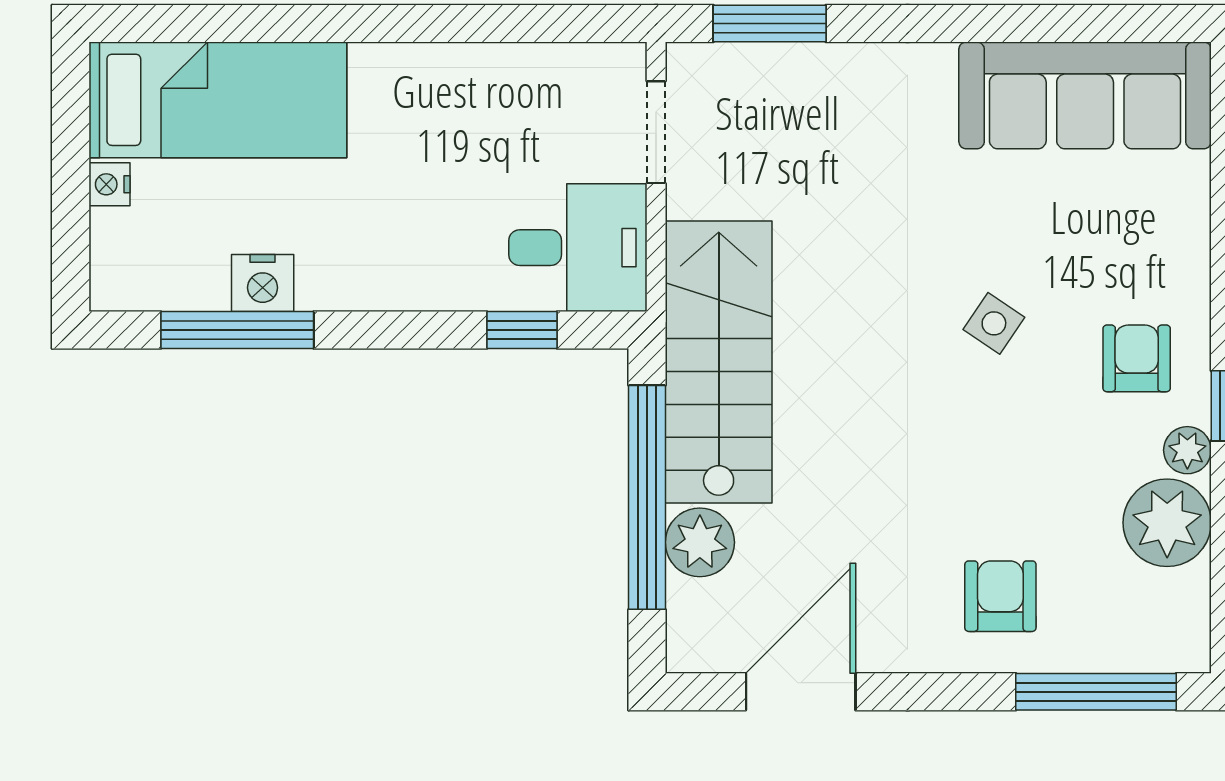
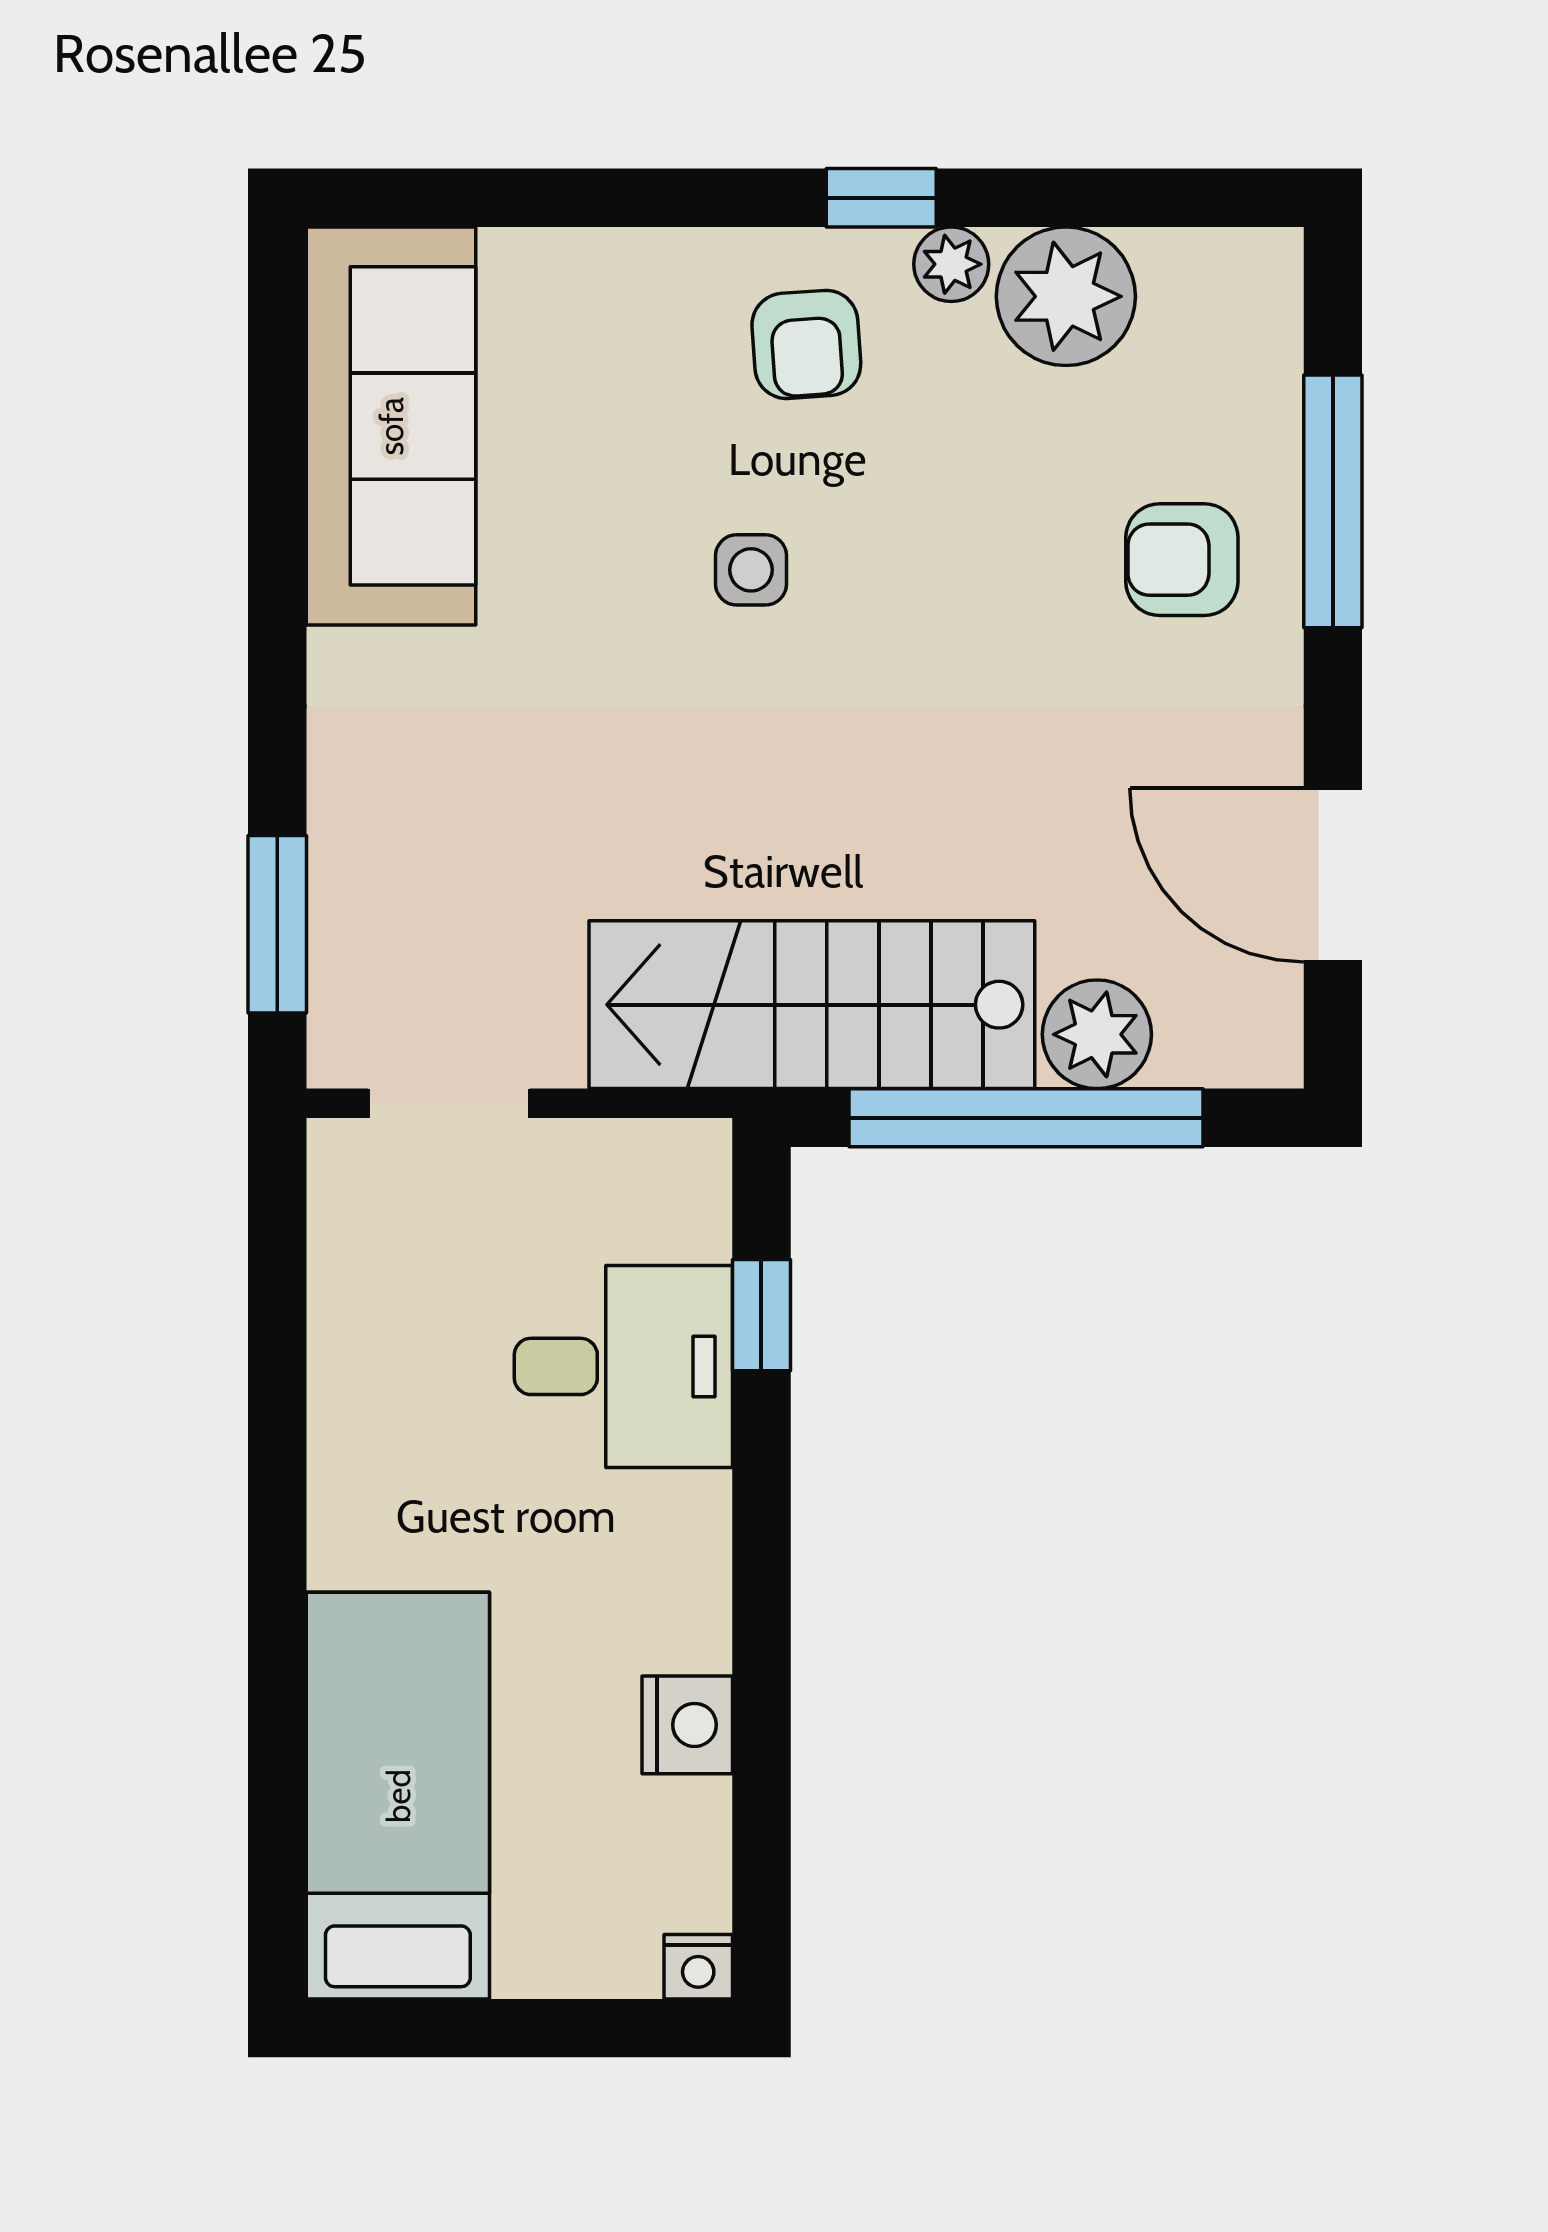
nightstand: (109, 184) -> (698, 1967), moved
desk: (578, 248) -> (623, 1366), moved, turned 90
side table: (994, 323) -> (751, 570), turned -34
window: (237, 330) -> (761, 1765), removed
armchair: (1137, 358) -> (806, 344), turned -94
window: (1096, 692) -> (1333, 501), moved

